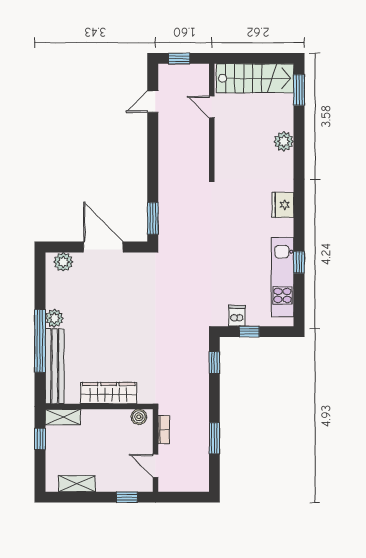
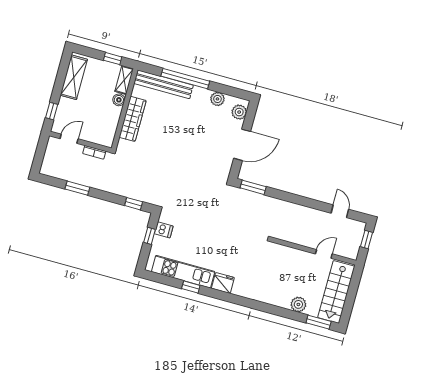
plant: (284, 141) -> (298, 304), moved
fridge: (283, 205) -> (223, 283), moved
plant: (54, 318) -> (217, 99), moved
boiler: (139, 417) -> (119, 100), moved
shelving: (77, 484) -> (74, 77), width x1.50, depth x1.33

